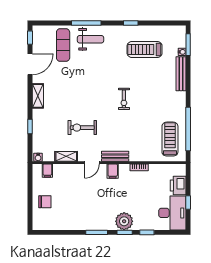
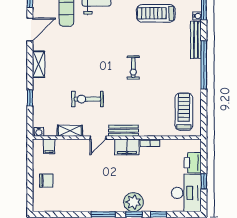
window: (188, 129) -> (204, 65), moved
filing cabinet: (113, 171) -> (127, 147), width x2.00

